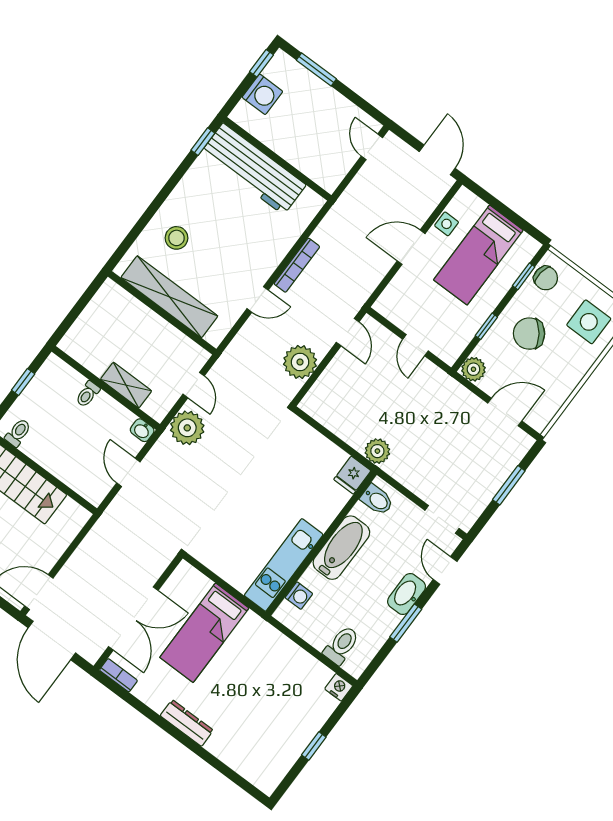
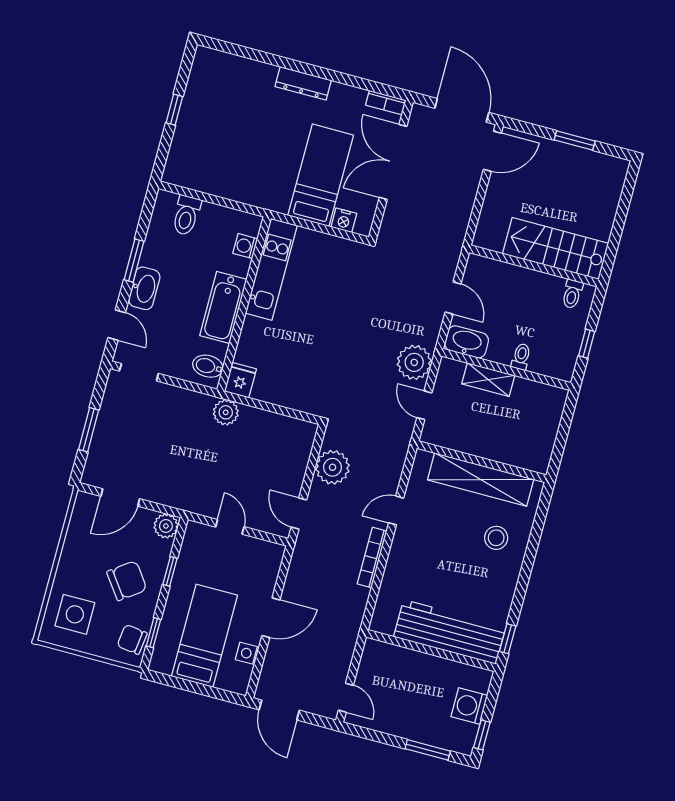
washbasin: (142, 430) -> (467, 342), width x1.91, depth x1.45
nightstand: (339, 687) -> (344, 220), moved

